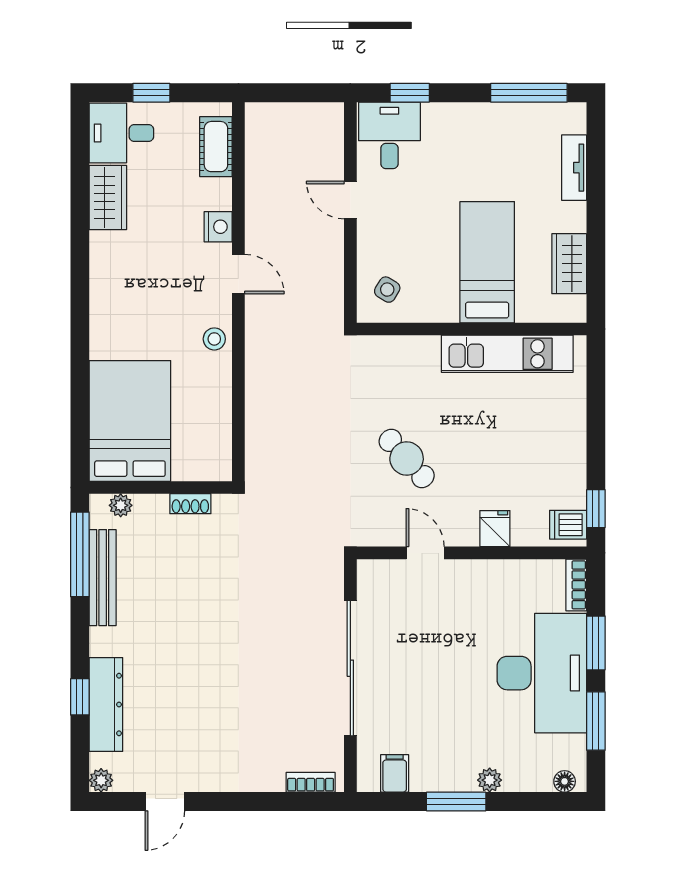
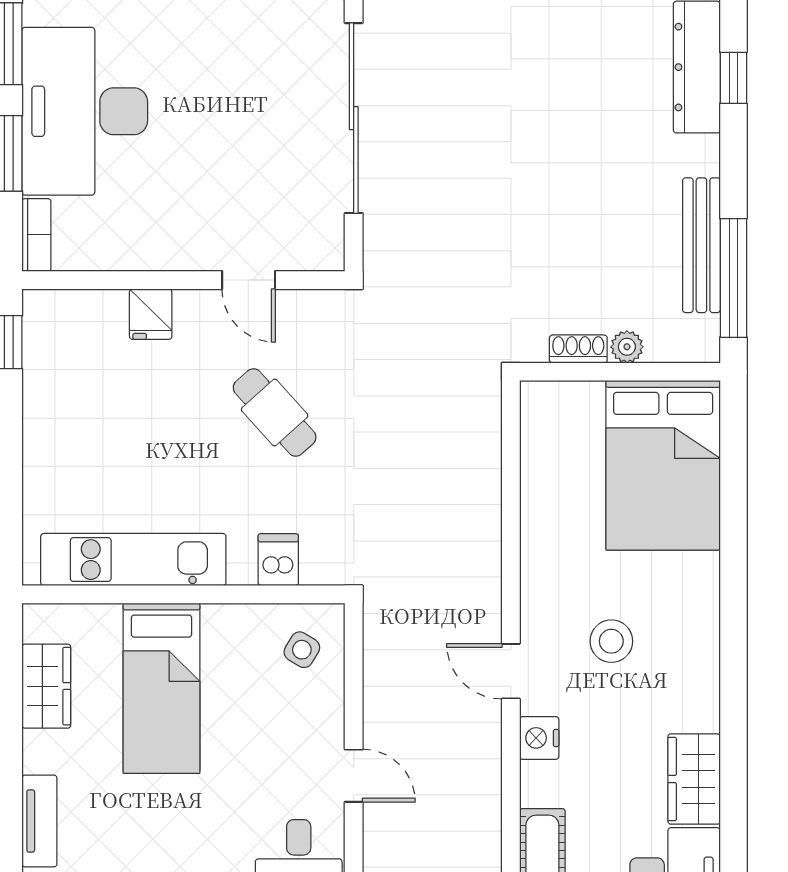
stool: (214, 339) -> (611, 641), moved, width x1.37, depth x1.37
plant: (121, 505) -> (627, 347), moved
dishwasher: (568, 525) -> (278, 560), moved, turned -90

